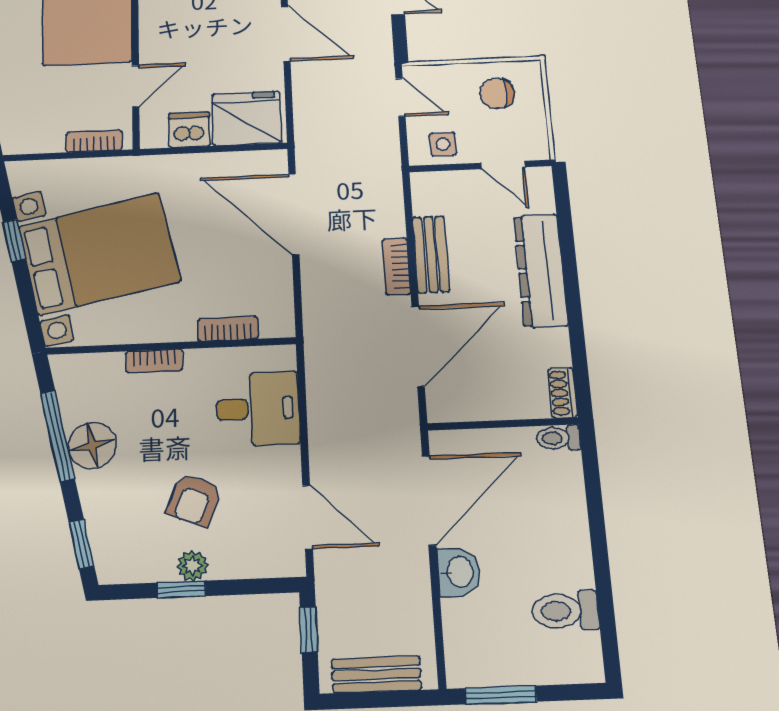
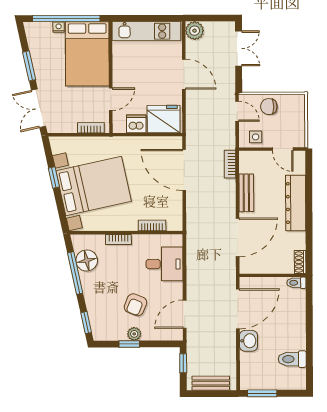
chair: (497, 93) -> (269, 107), moved
bookcase: (396, 266) -> (230, 164), moved
floor lamp: (92, 445) -> (87, 260), moved
door: (308, 517) -> (185, 314), swing flipped

